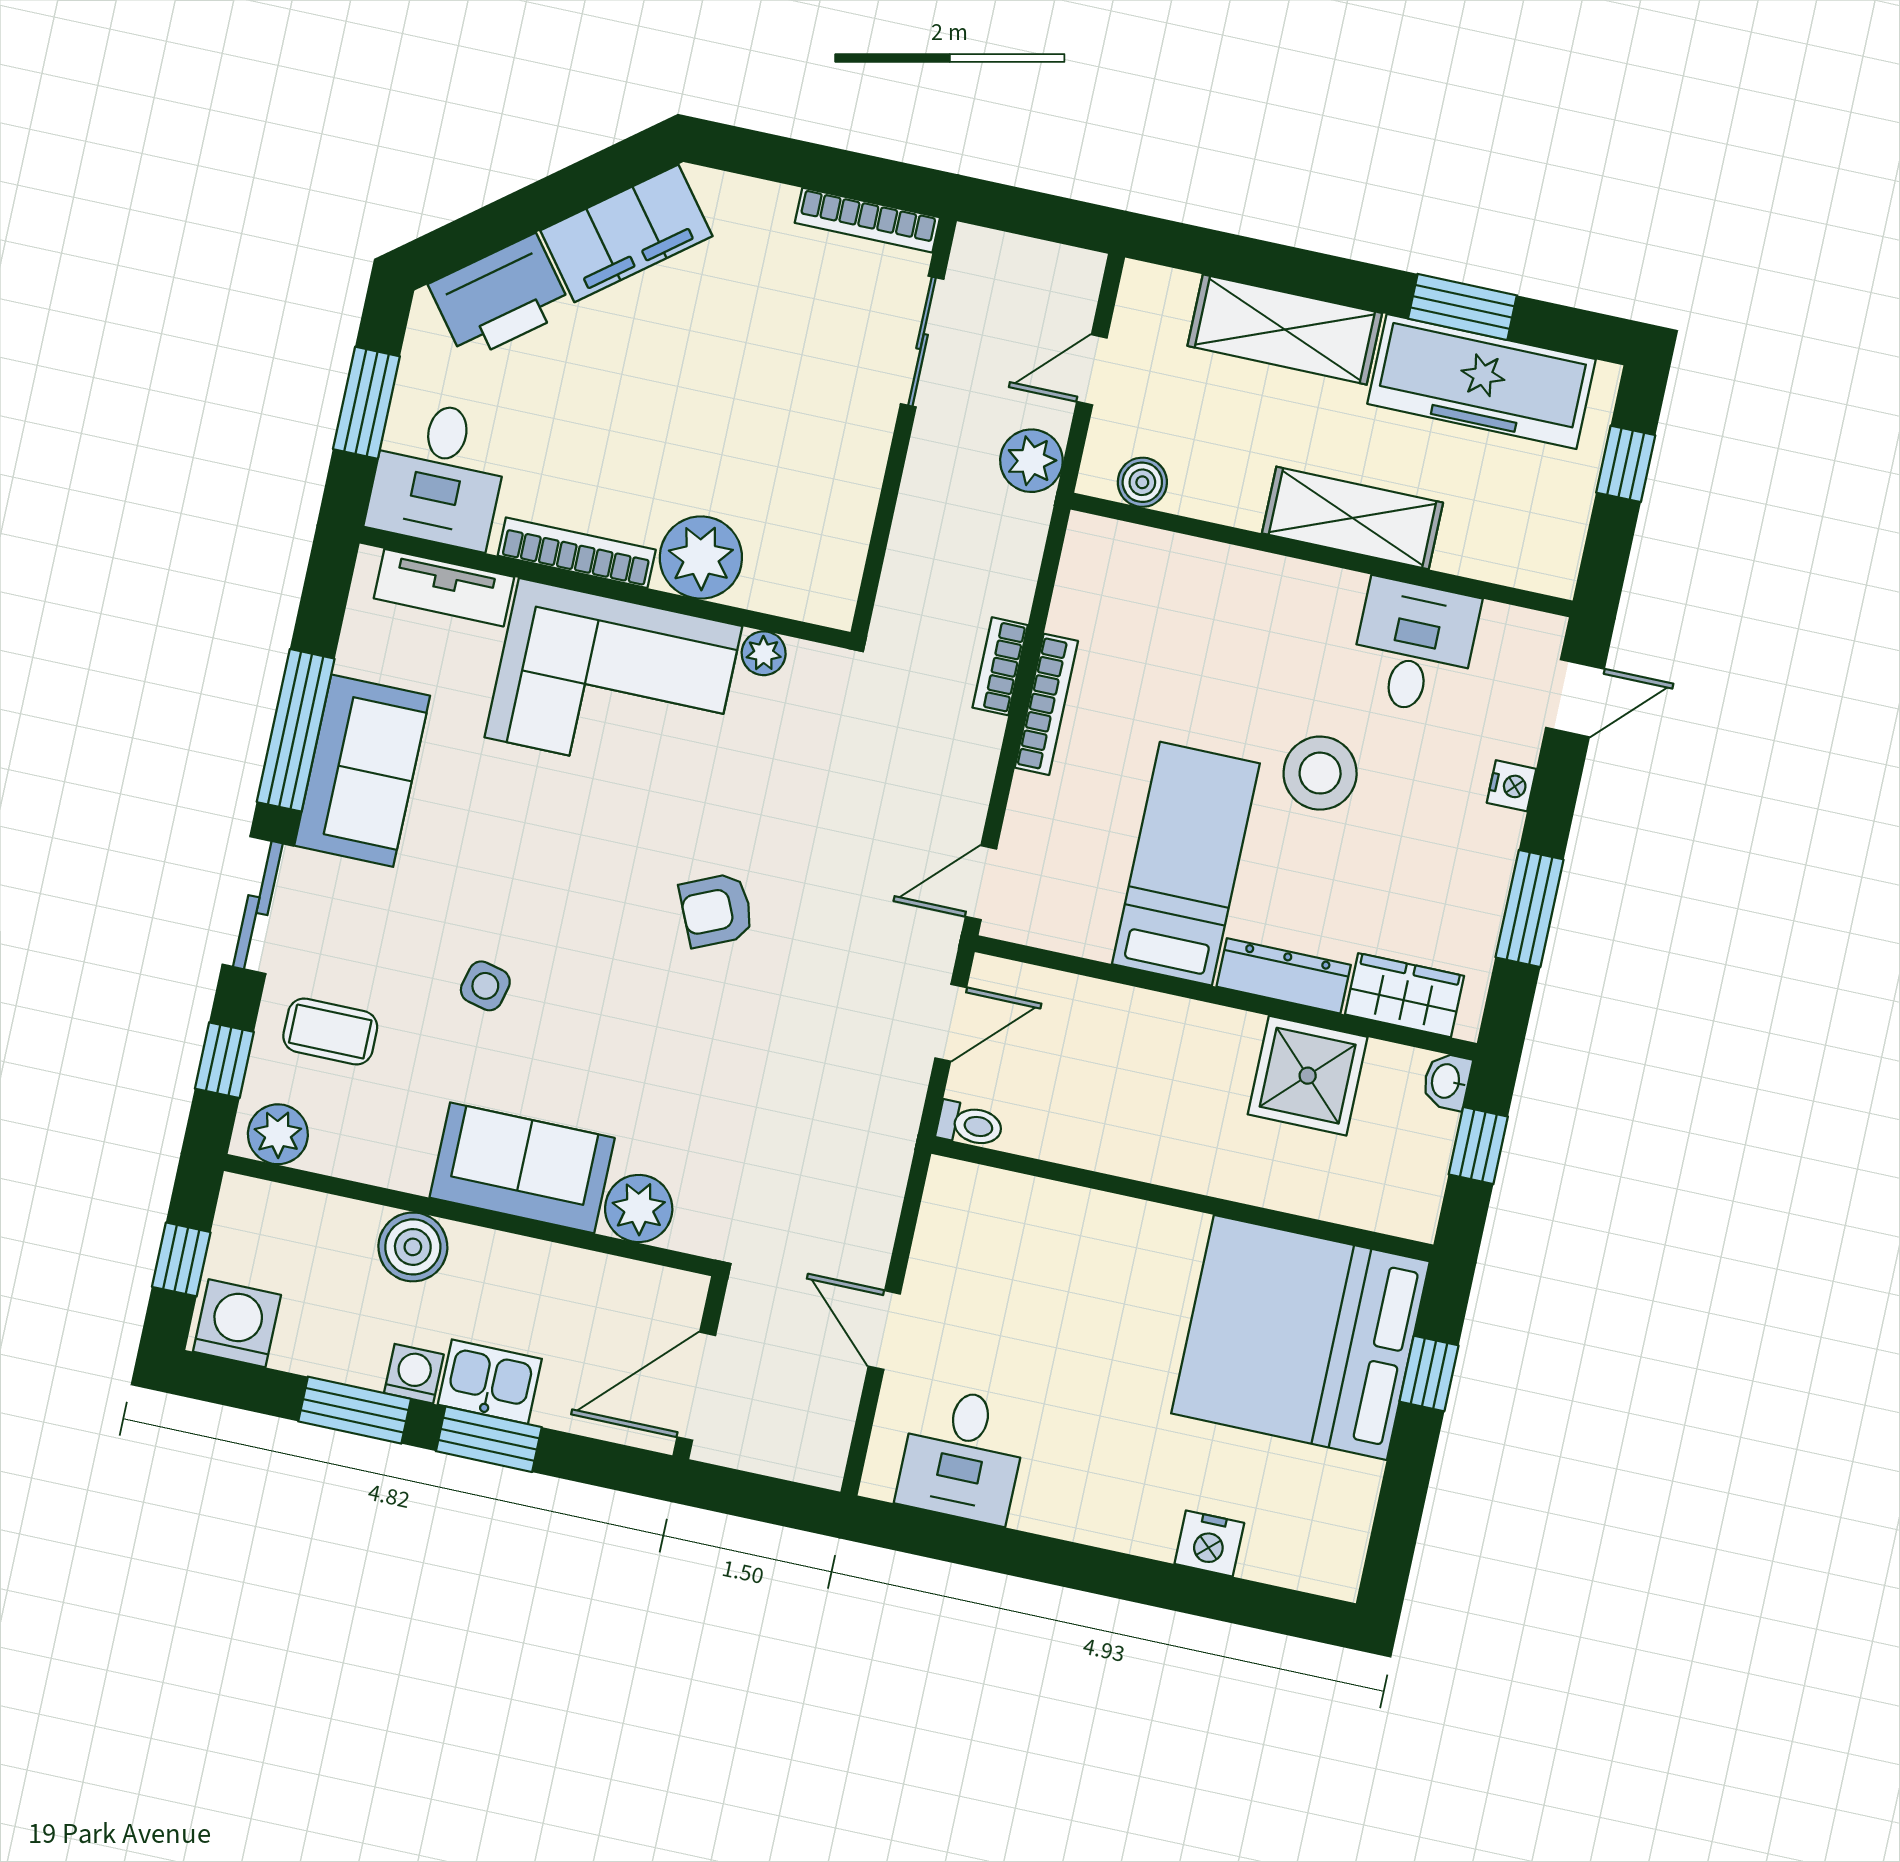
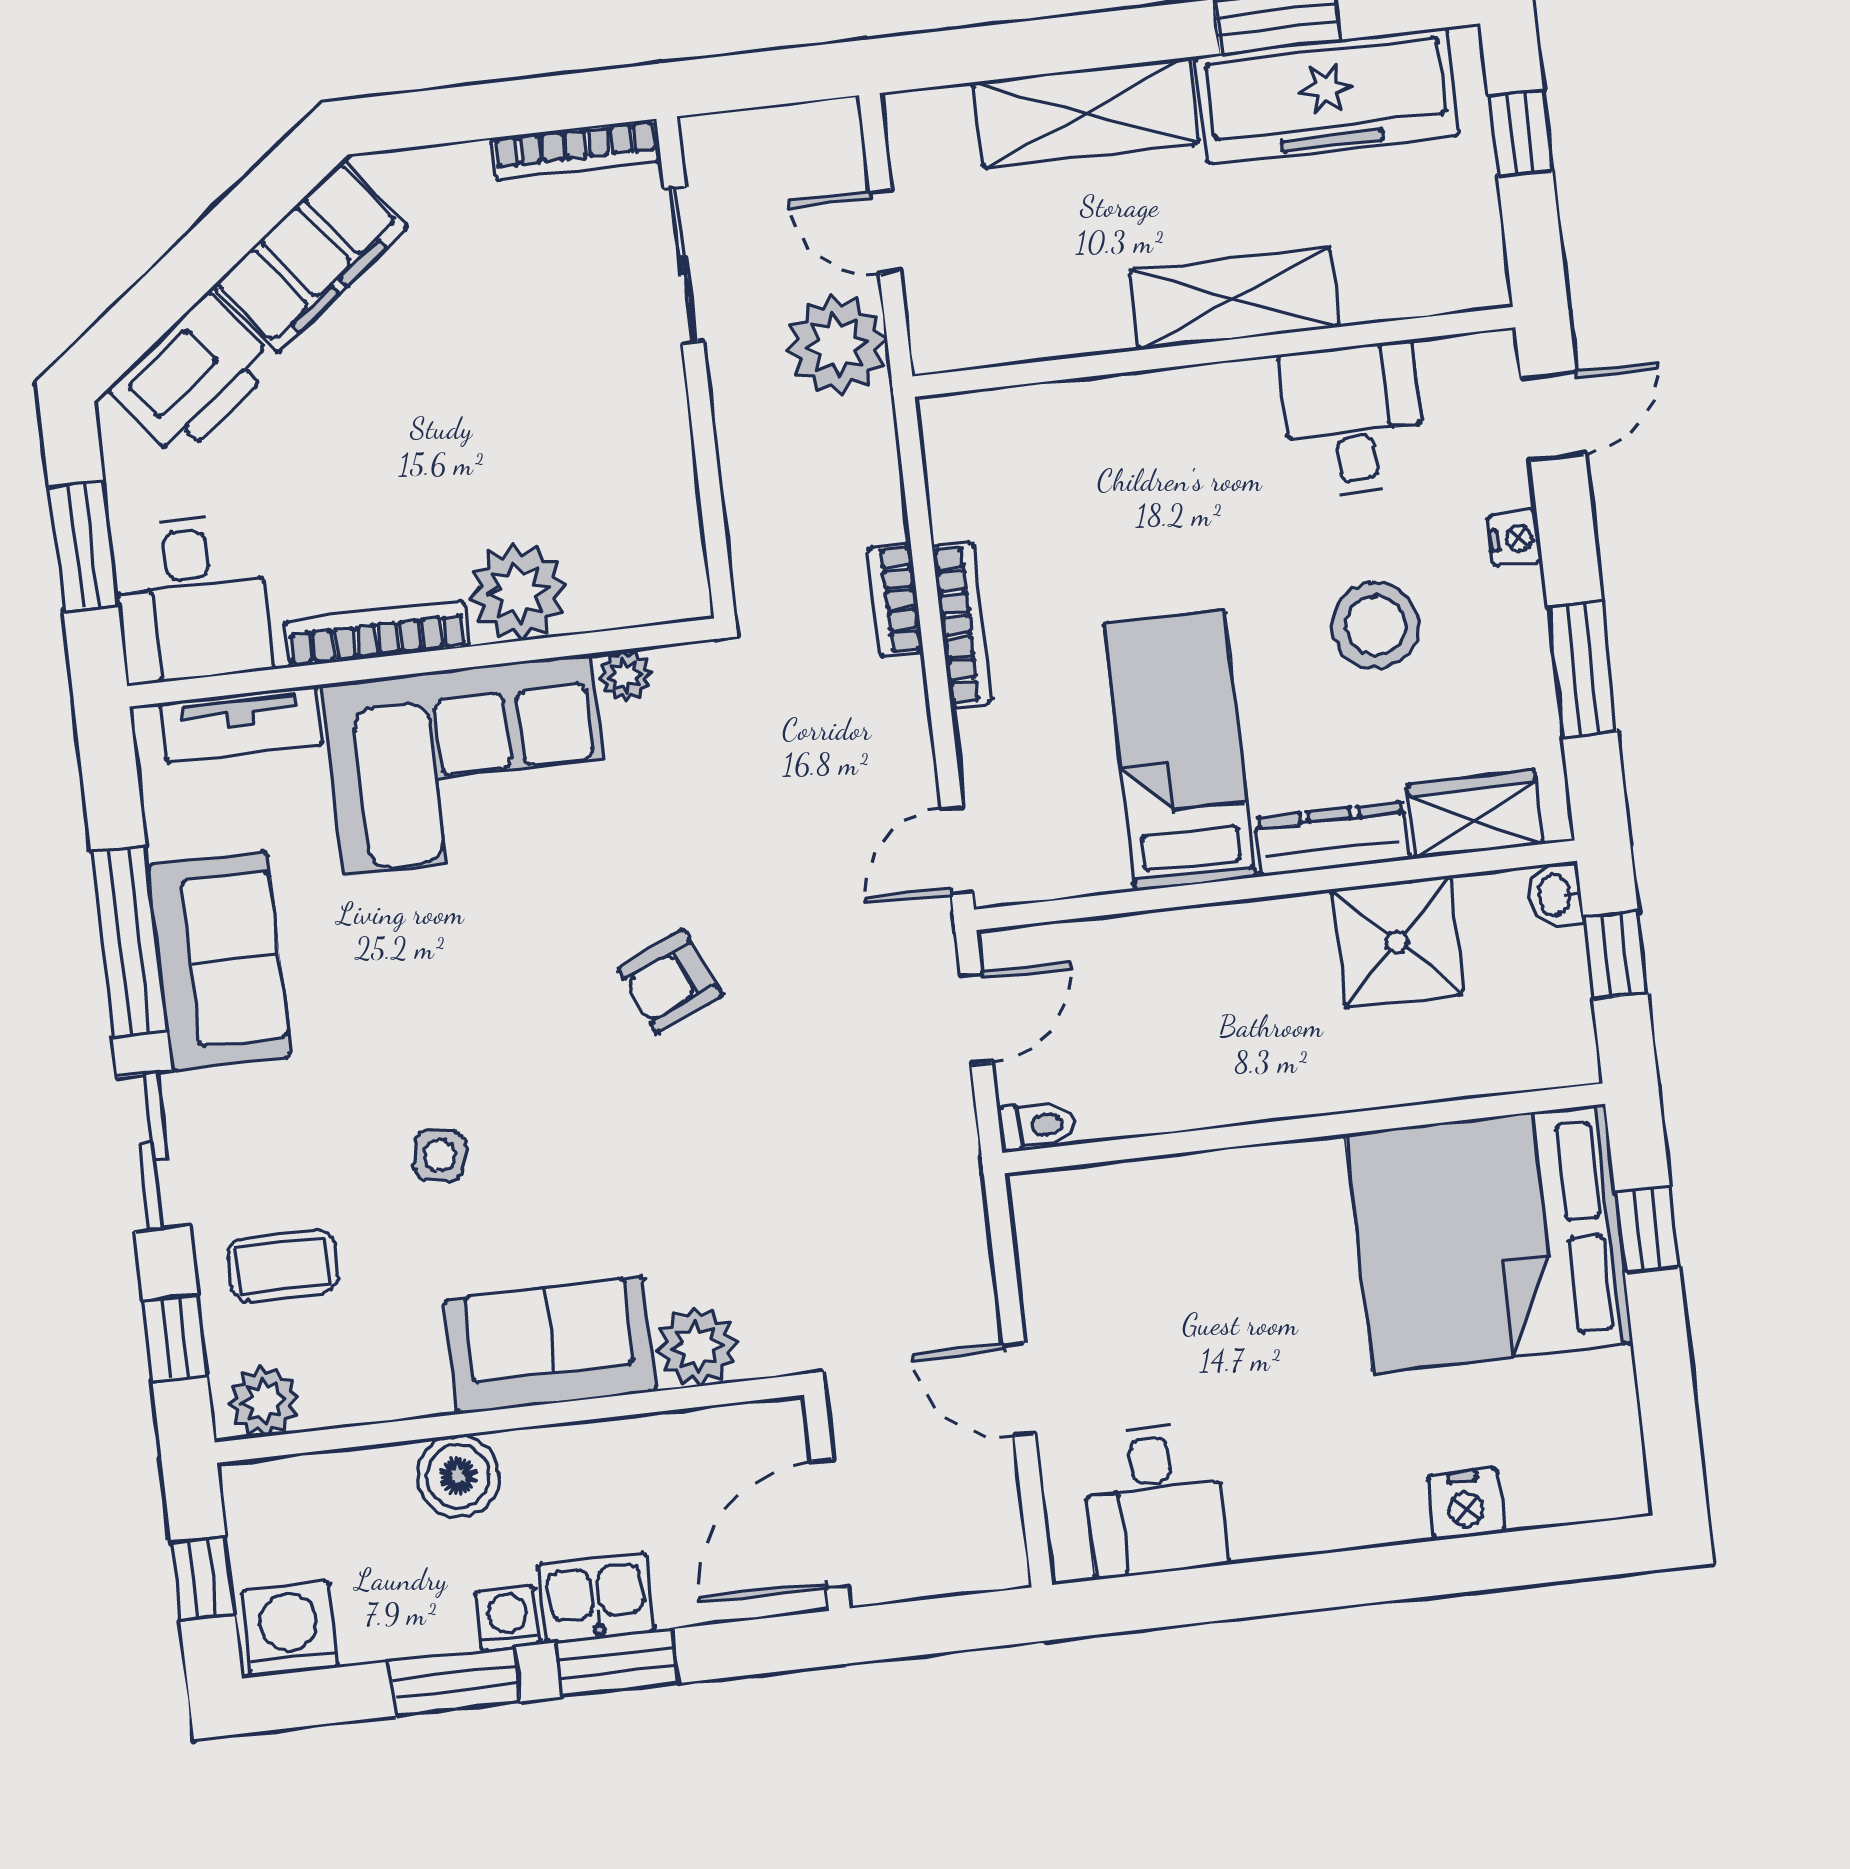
door: (1092, 370) -> (885, 232), hinge flipped
plant: (1031, 461) -> (837, 345), width x1.36, depth x1.36
boiler: (1142, 482) -> (985, 339), removed
stool: (1320, 773) -> (1376, 626), moved

